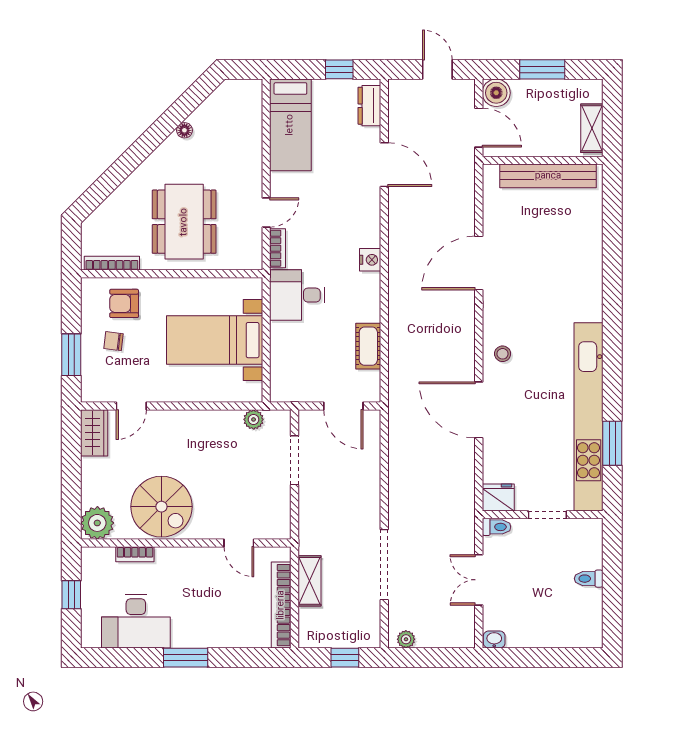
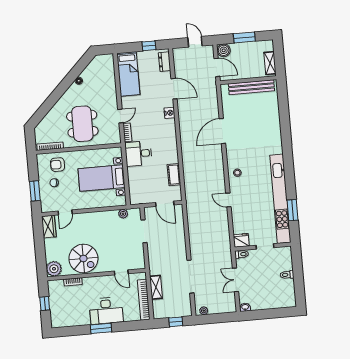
nightstand: (370, 260) -> (169, 113), moved
door: (479, 410) -> (228, 200), width x0.53
desk: (136, 621) -> (106, 311), moved

